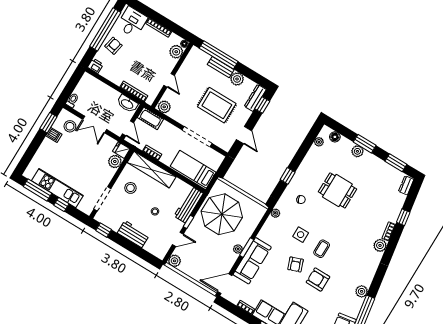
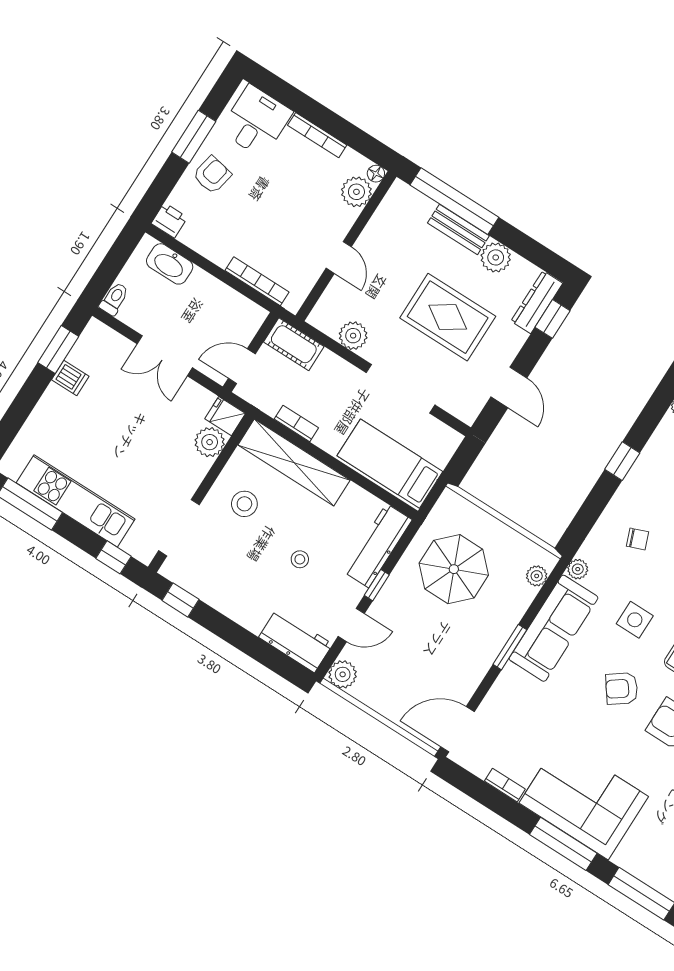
window: (105, 29) -> (194, 137), width x0.47
washbasin: (127, 104) -> (170, 264), moved
plant: (164, 107) -> (353, 336), moved
stool: (70, 126) -> (108, 359), removed
door: (128, 128) -> (242, 366), swing flipped
window: (288, 176) -> (622, 461), moved
window: (61, 204) -> (113, 557), moved
parasol: (222, 214) -> (454, 569), width x0.73, depth x0.73
workbench: (133, 234) -> (296, 641), moved
plant: (238, 249) -> (537, 576), moved
sofa: (252, 261) -> (554, 628), moved
armchair: (296, 264) -> (622, 689), turned 74

